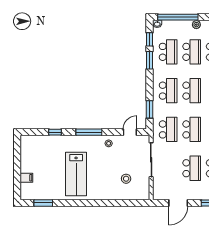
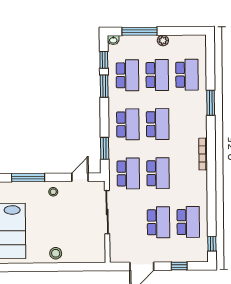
window: (178, 17) -> (139, 31), width x0.68
stool: (126, 179) -> (56, 253), moved

